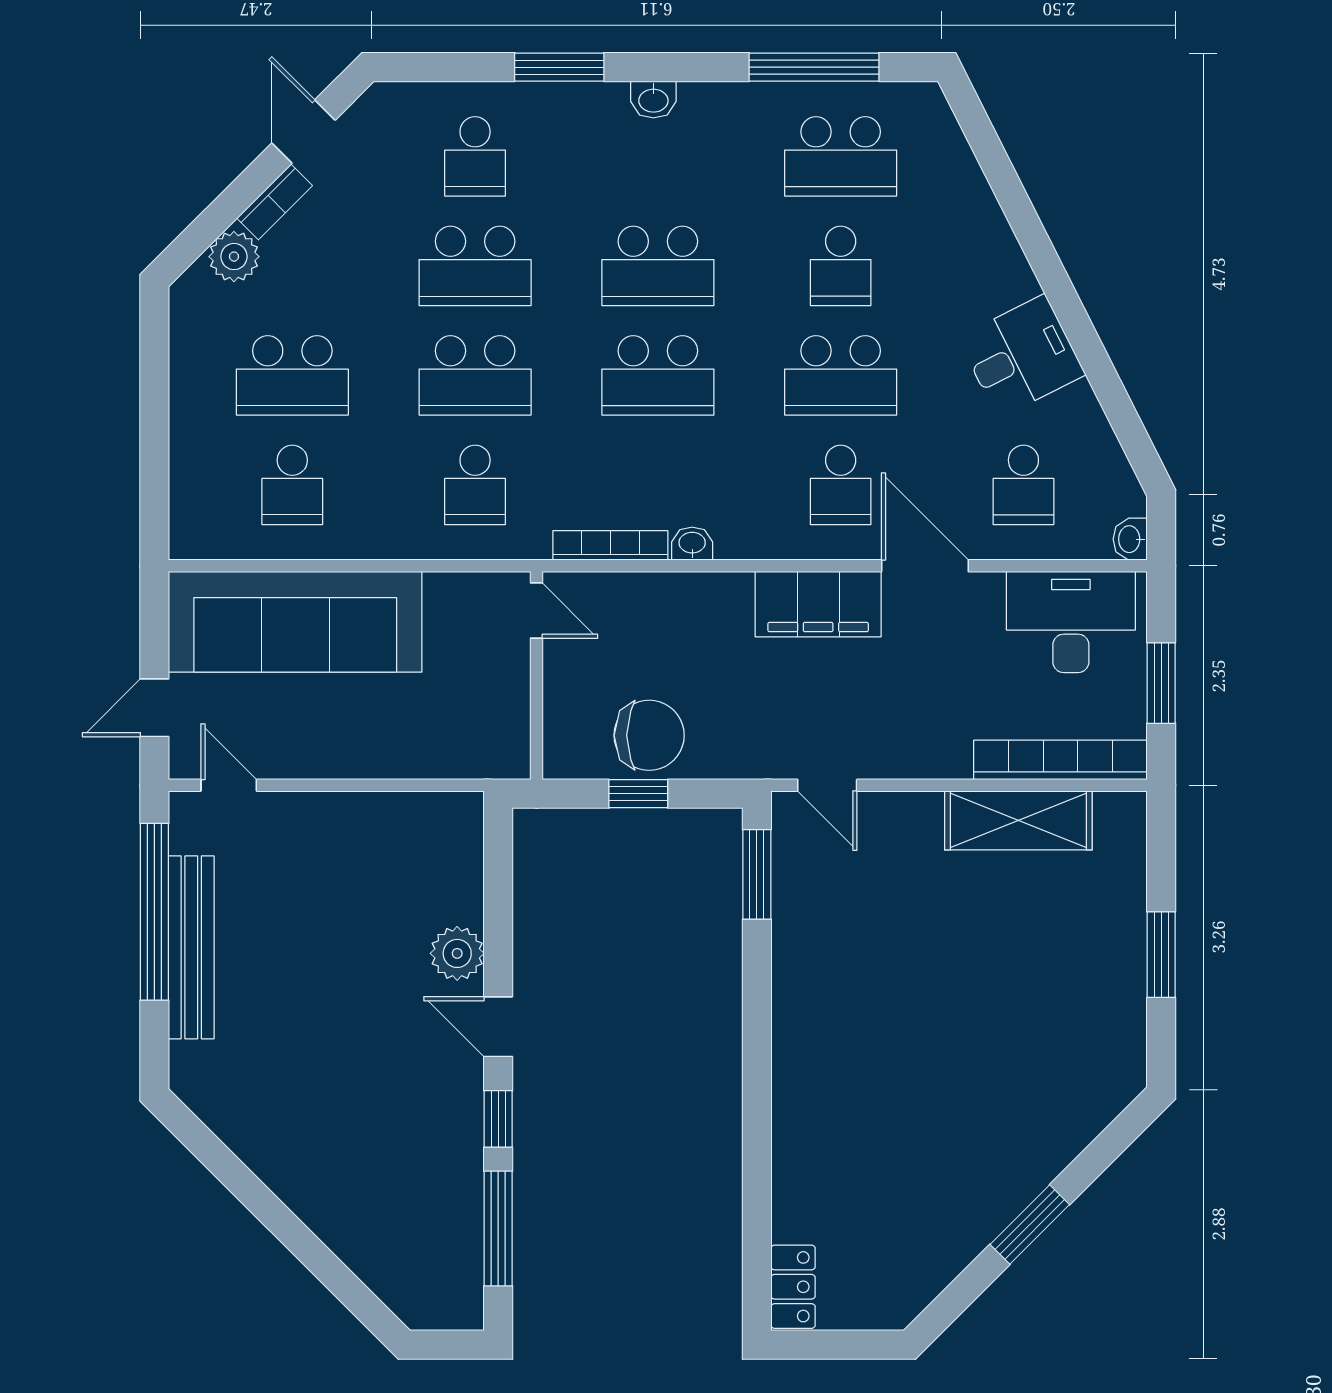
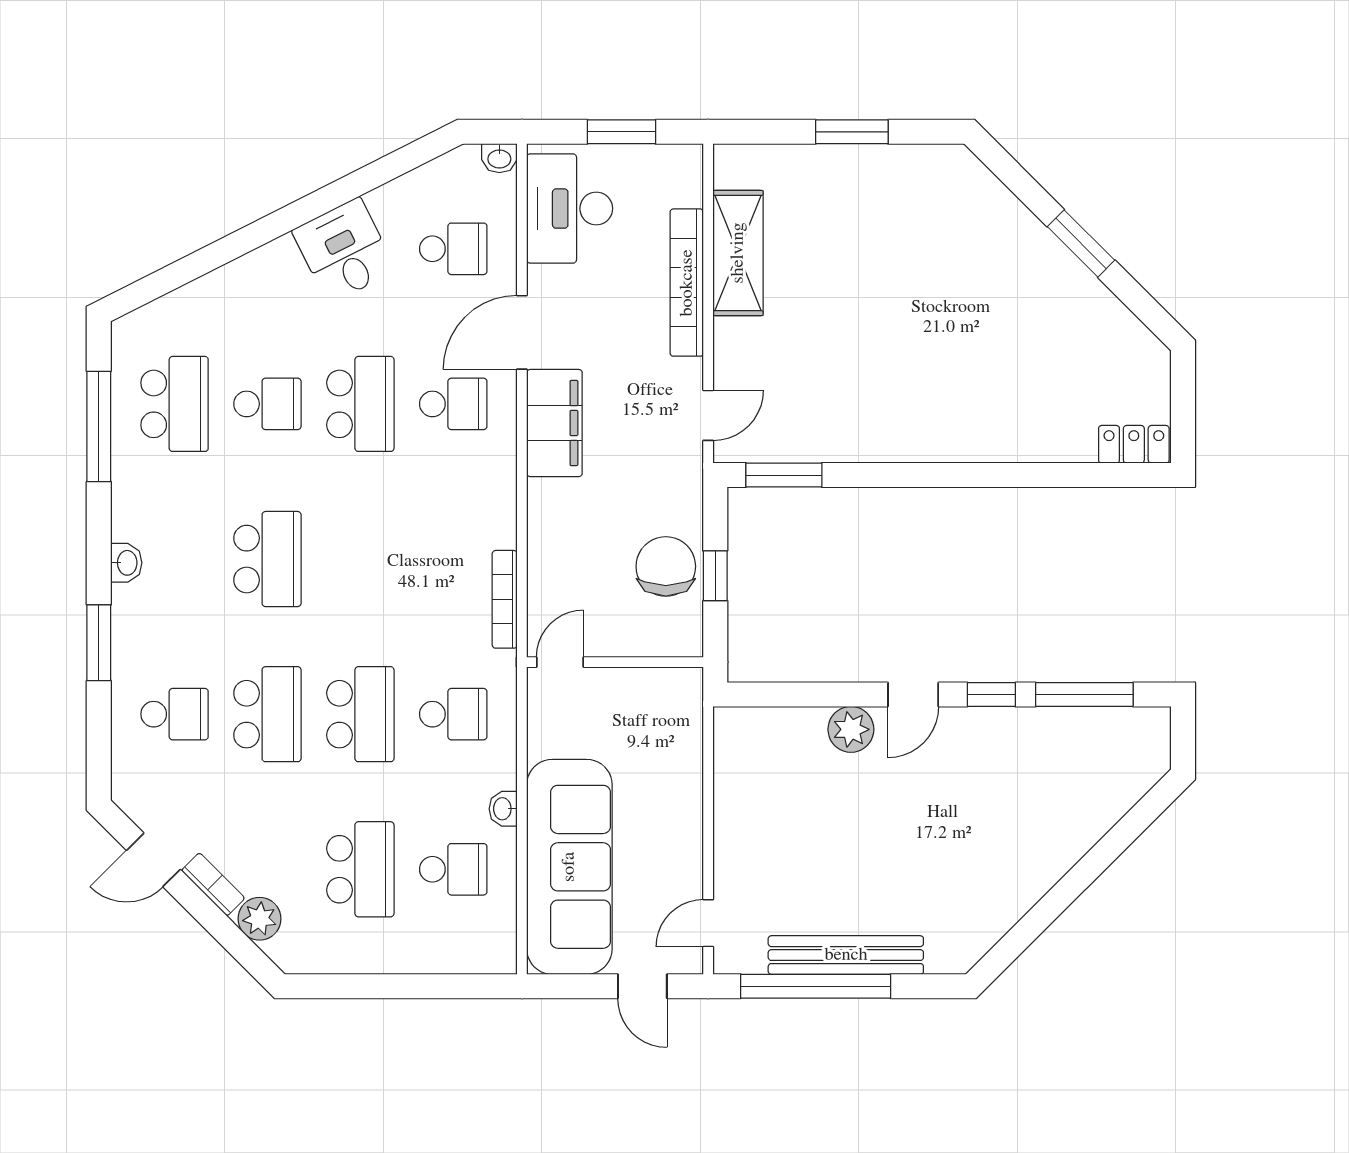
school desk: (658, 375) -> (360, 559), removed
washbasin: (692, 544) -> (503, 809), moved
bookcase: (1060, 760) -> (687, 283), moved

